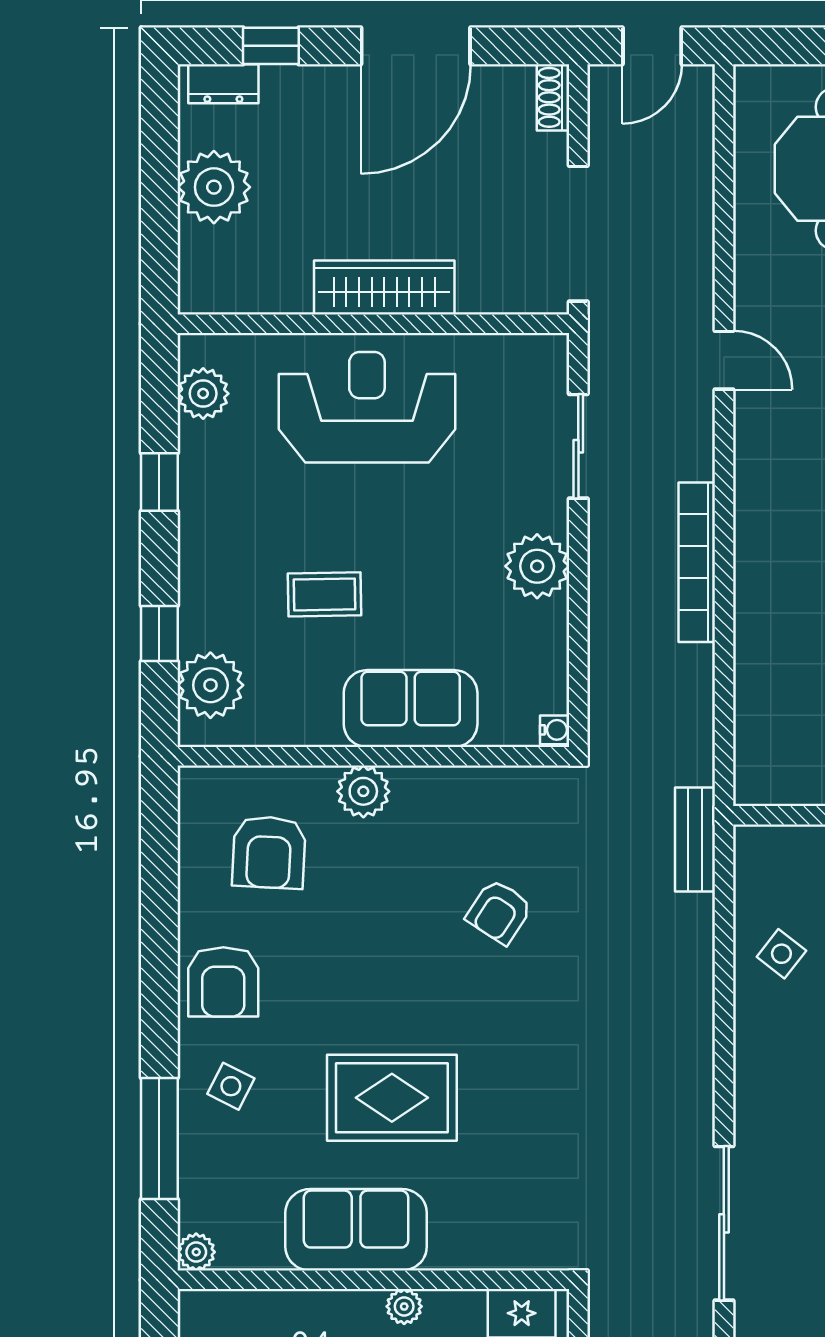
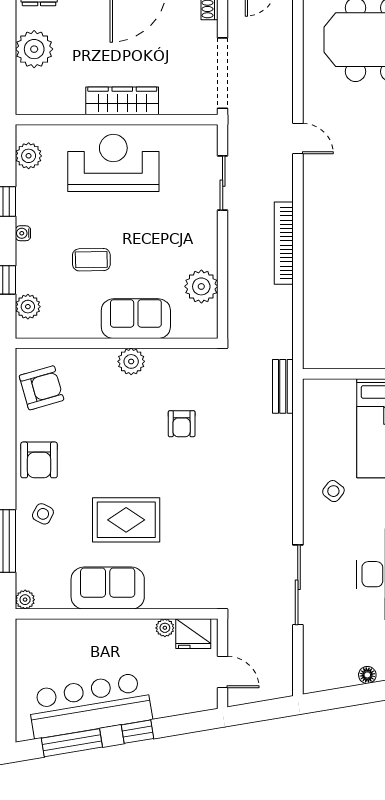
plant: (537, 566) -> (201, 286), moved
plant: (210, 685) -> (28, 307), width x0.73, depth x0.73
water cooler: (555, 730) -> (23, 233), moved, turned 180
plant: (363, 791) -> (131, 361), moved
armchair: (269, 852) -> (42, 388), moved, turned -109
armchair: (499, 912) -> (182, 424), turned -33
side table: (781, 954) -> (333, 491), moved
plant: (404, 1306) -> (165, 628), moved

